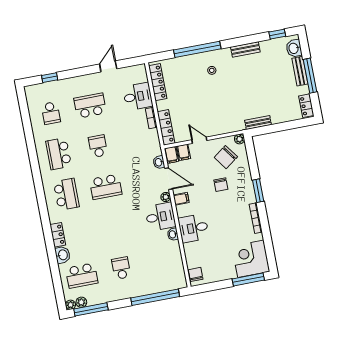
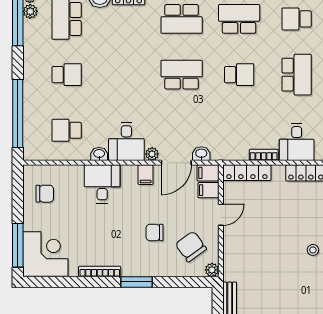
school desk: (106, 187) -> (182, 75), turned 90
school desk: (160, 261) -> (67, 130), added
chair: (196, 274) -> (45, 194), moved

